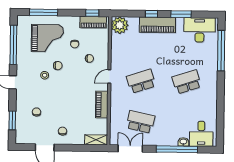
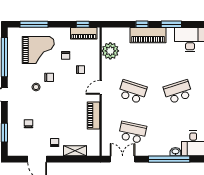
plant: (120, 25) -> (110, 51), moved
school desk: (141, 81) -> (132, 92), turned 36
shelving: (96, 140) -> (75, 151), moved

